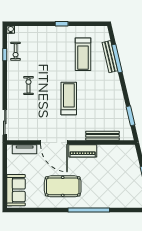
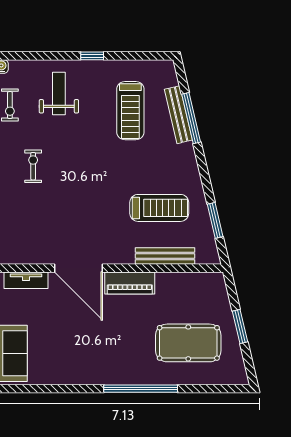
weight bench: (43, 45) -> (59, 93), added
treadmill: (69, 99) -> (159, 208), moved, turned 90
pool table: (63, 186) -> (188, 343), moved

